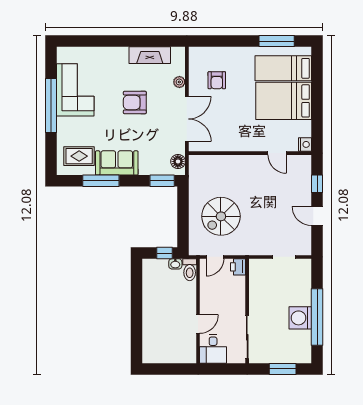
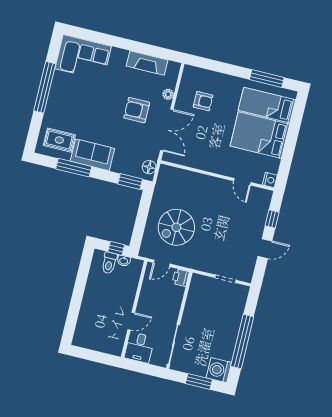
armchair: (217, 80) -> (203, 101), turned -90
corner sofa: (75, 90) -> (83, 57), moved, turned 90
armchair: (135, 102) -> (137, 110), moved
door: (317, 216) -> (265, 249), swing flipped
toilet: (190, 270) -> (109, 263), moved
washing machine: (300, 318) -> (219, 370), moved

